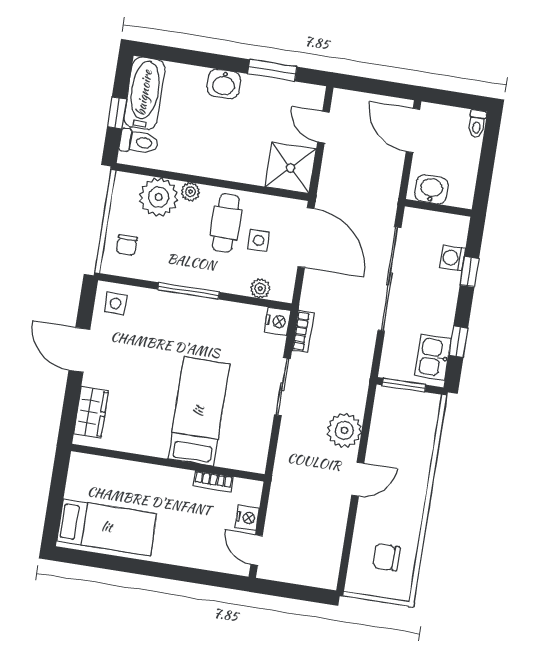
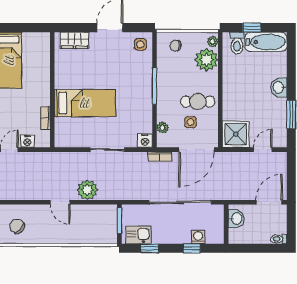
plant: (190, 192) -> (213, 42), moved
bookcase: (303, 331) -> (160, 157), moved
chair: (386, 557) -> (17, 226), turned -48

